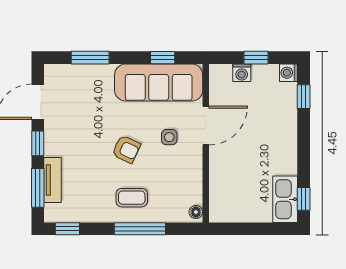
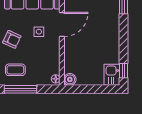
kitchen sink: (285, 199) -> (112, 75), width x0.73
boiler: (218, 213) -> (70, 79), added

